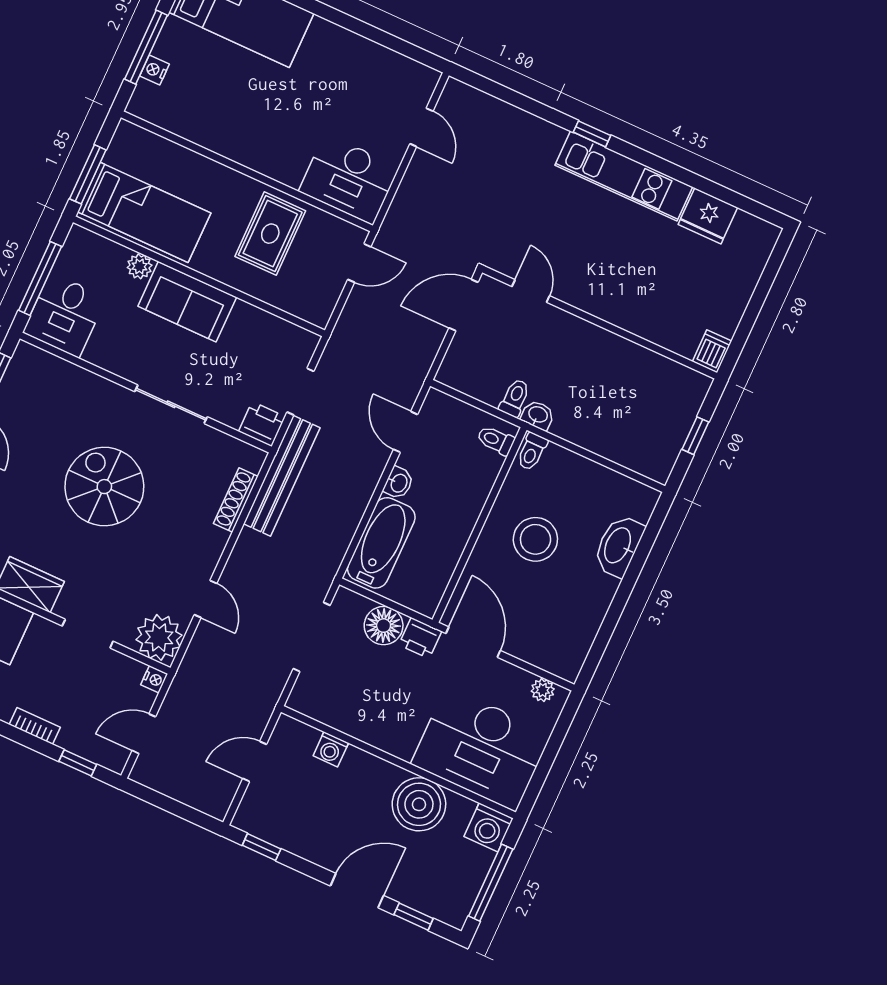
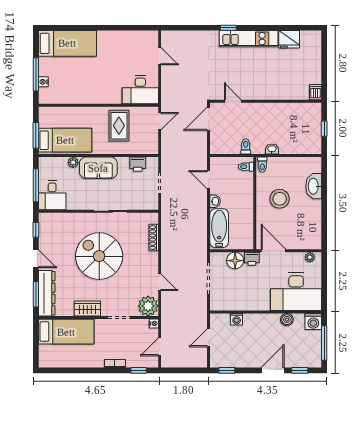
washbasin: (538, 415) -> (272, 149), moved
printer: (262, 424) -> (138, 164), moved, turned 180
bench: (282, 476) -> (167, 220), removed
spiral stairs: (104, 487) -> (99, 256), width x1.37, depth x1.37
boiler: (419, 804) -> (287, 320), width x0.54, depth x0.54

